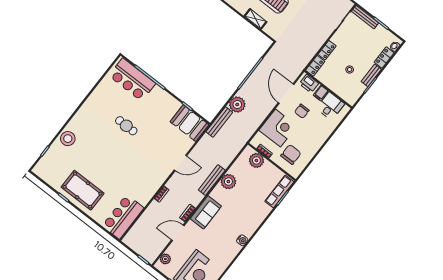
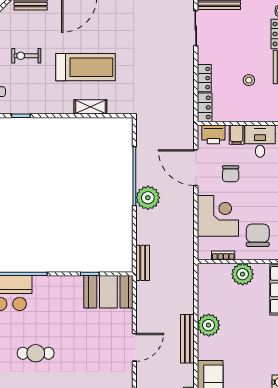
plant: (237, 105) -> (148, 198), moved
bench: (219, 122) -> (143, 263), width x0.73
plant: (256, 160) -> (243, 274), moved

